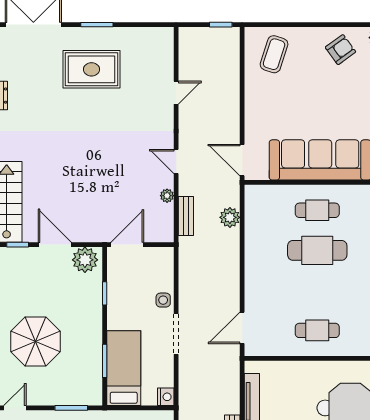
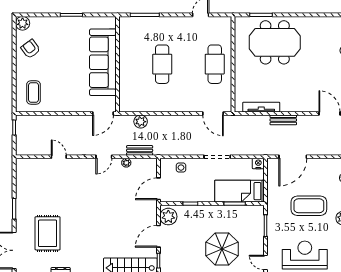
coffee table: (274, 54) -> (33, 92), turned 72
rug: (91, 69) -> (48, 233), moved
cafe table: (317, 210) -> (136, 64), removed
door: (127, 245) -> (158, 189), hinge flipped
side table: (163, 300) -> (181, 168), moved
cafe table: (317, 330) -> (215, 64), width x1.37, depth x1.35

